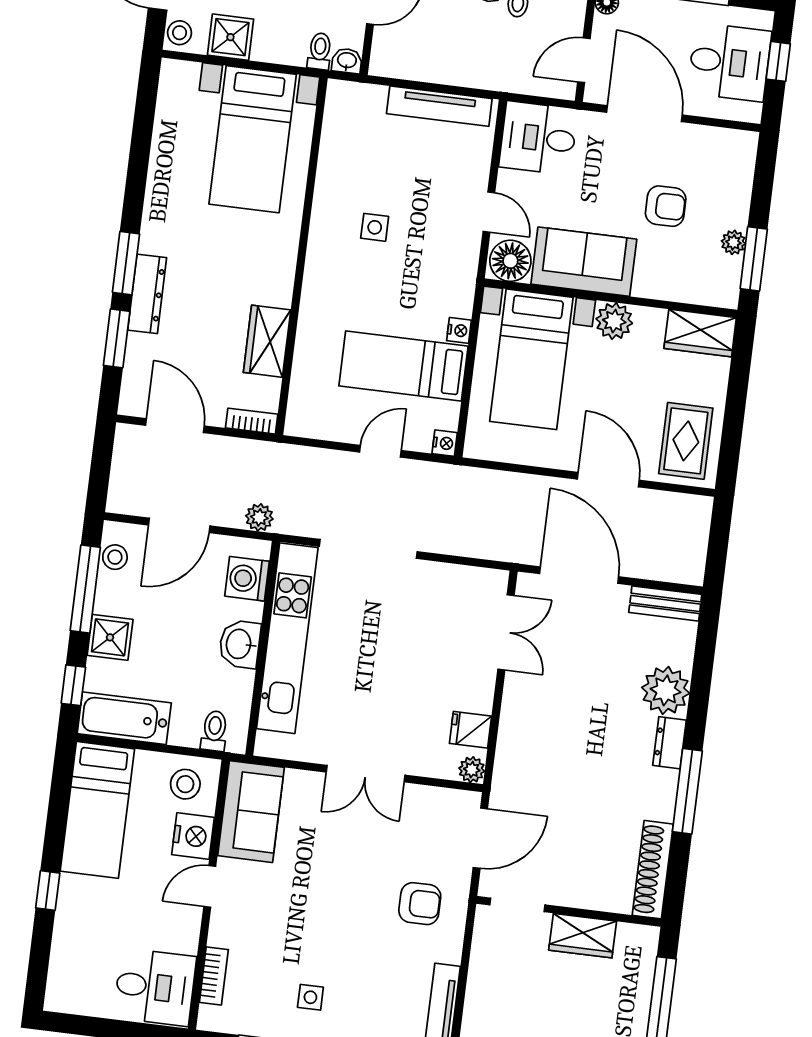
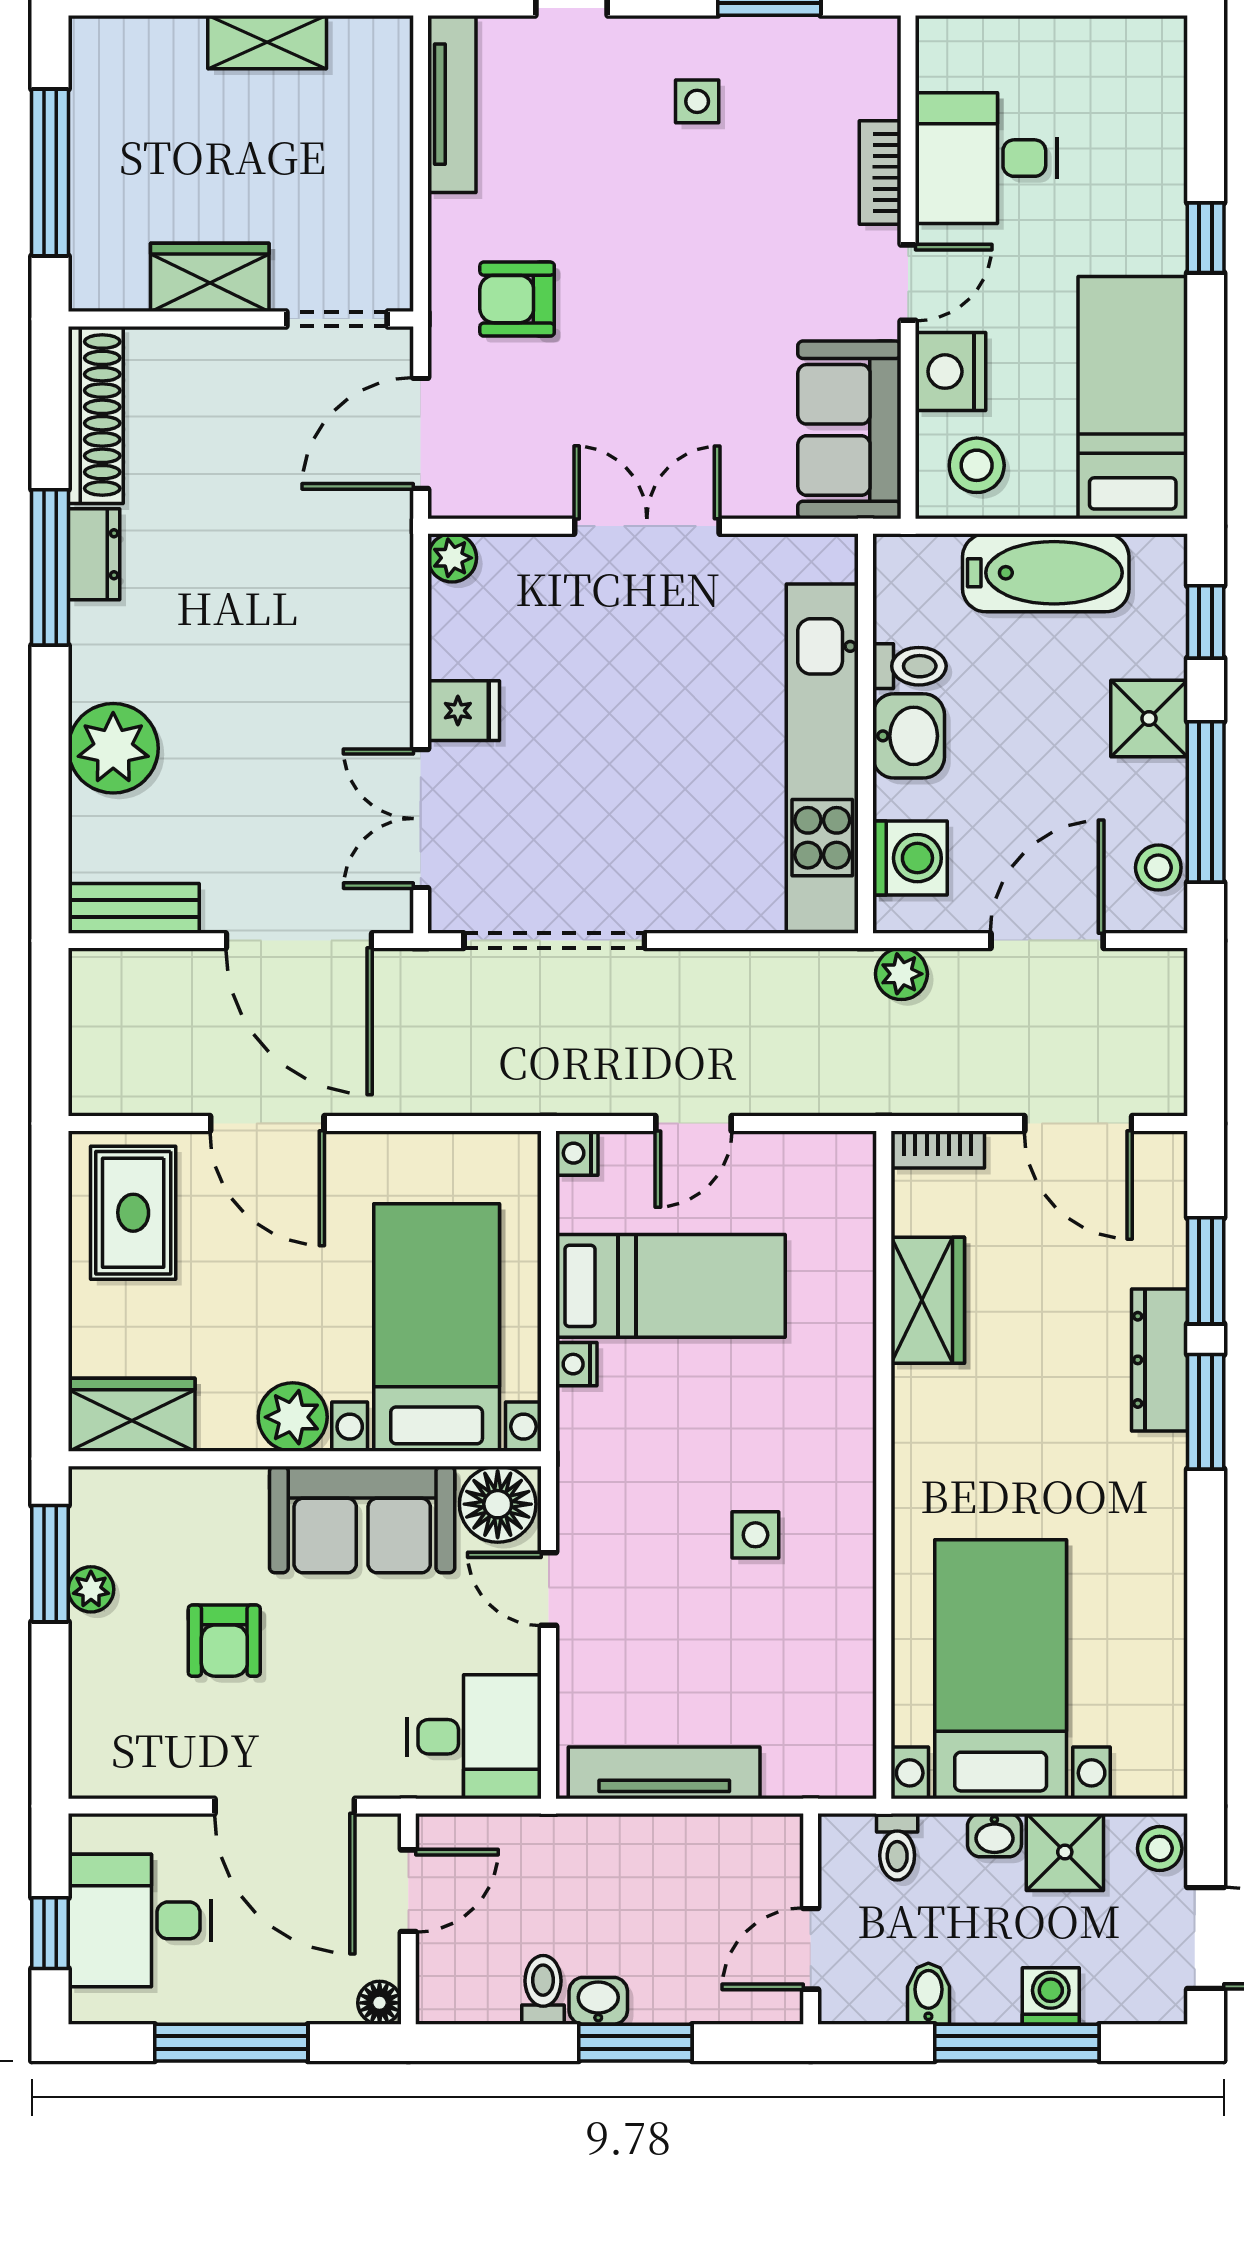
washbasin: (347, 61) -> (994, 1835), moved
armchair: (666, 206) -> (224, 1641), turned -90
doorway: (368, 549) -> (554, 941), moved
bathtub: (124, 718) -> (1046, 573), moved
fridge: (470, 730) -> (464, 711), moved
toilet: (214, 731) -> (909, 666), moved, turned -90
dresser: (669, 743) -> (94, 554), moved
bookcase: (214, 976) -> (880, 172), moved
desk: (155, 987) -> (986, 158), moved

